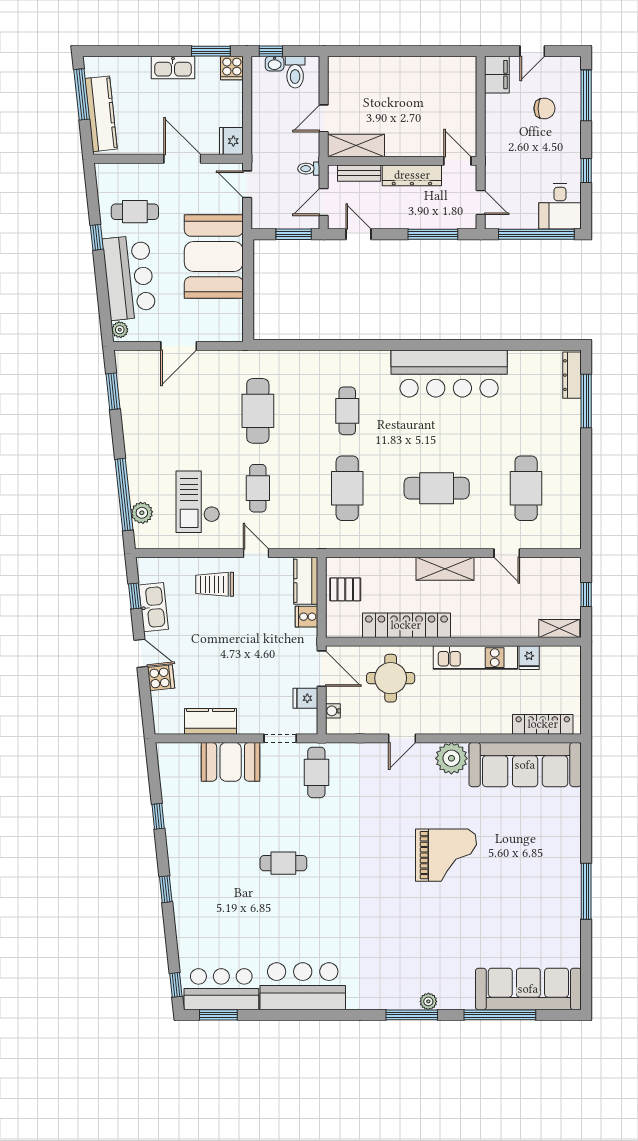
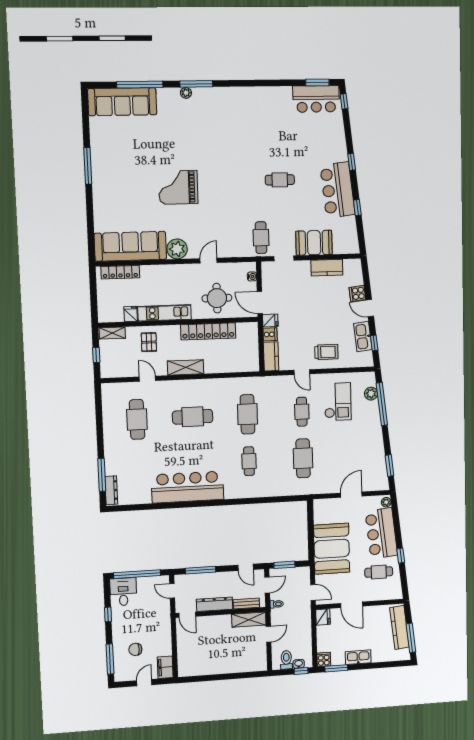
pallet: (345, 589) -> (149, 342), moved, turned 90
fridge: (305, 698) -> (270, 321), moved
bar counter: (303, 986) -> (337, 190), moved, turned 84

